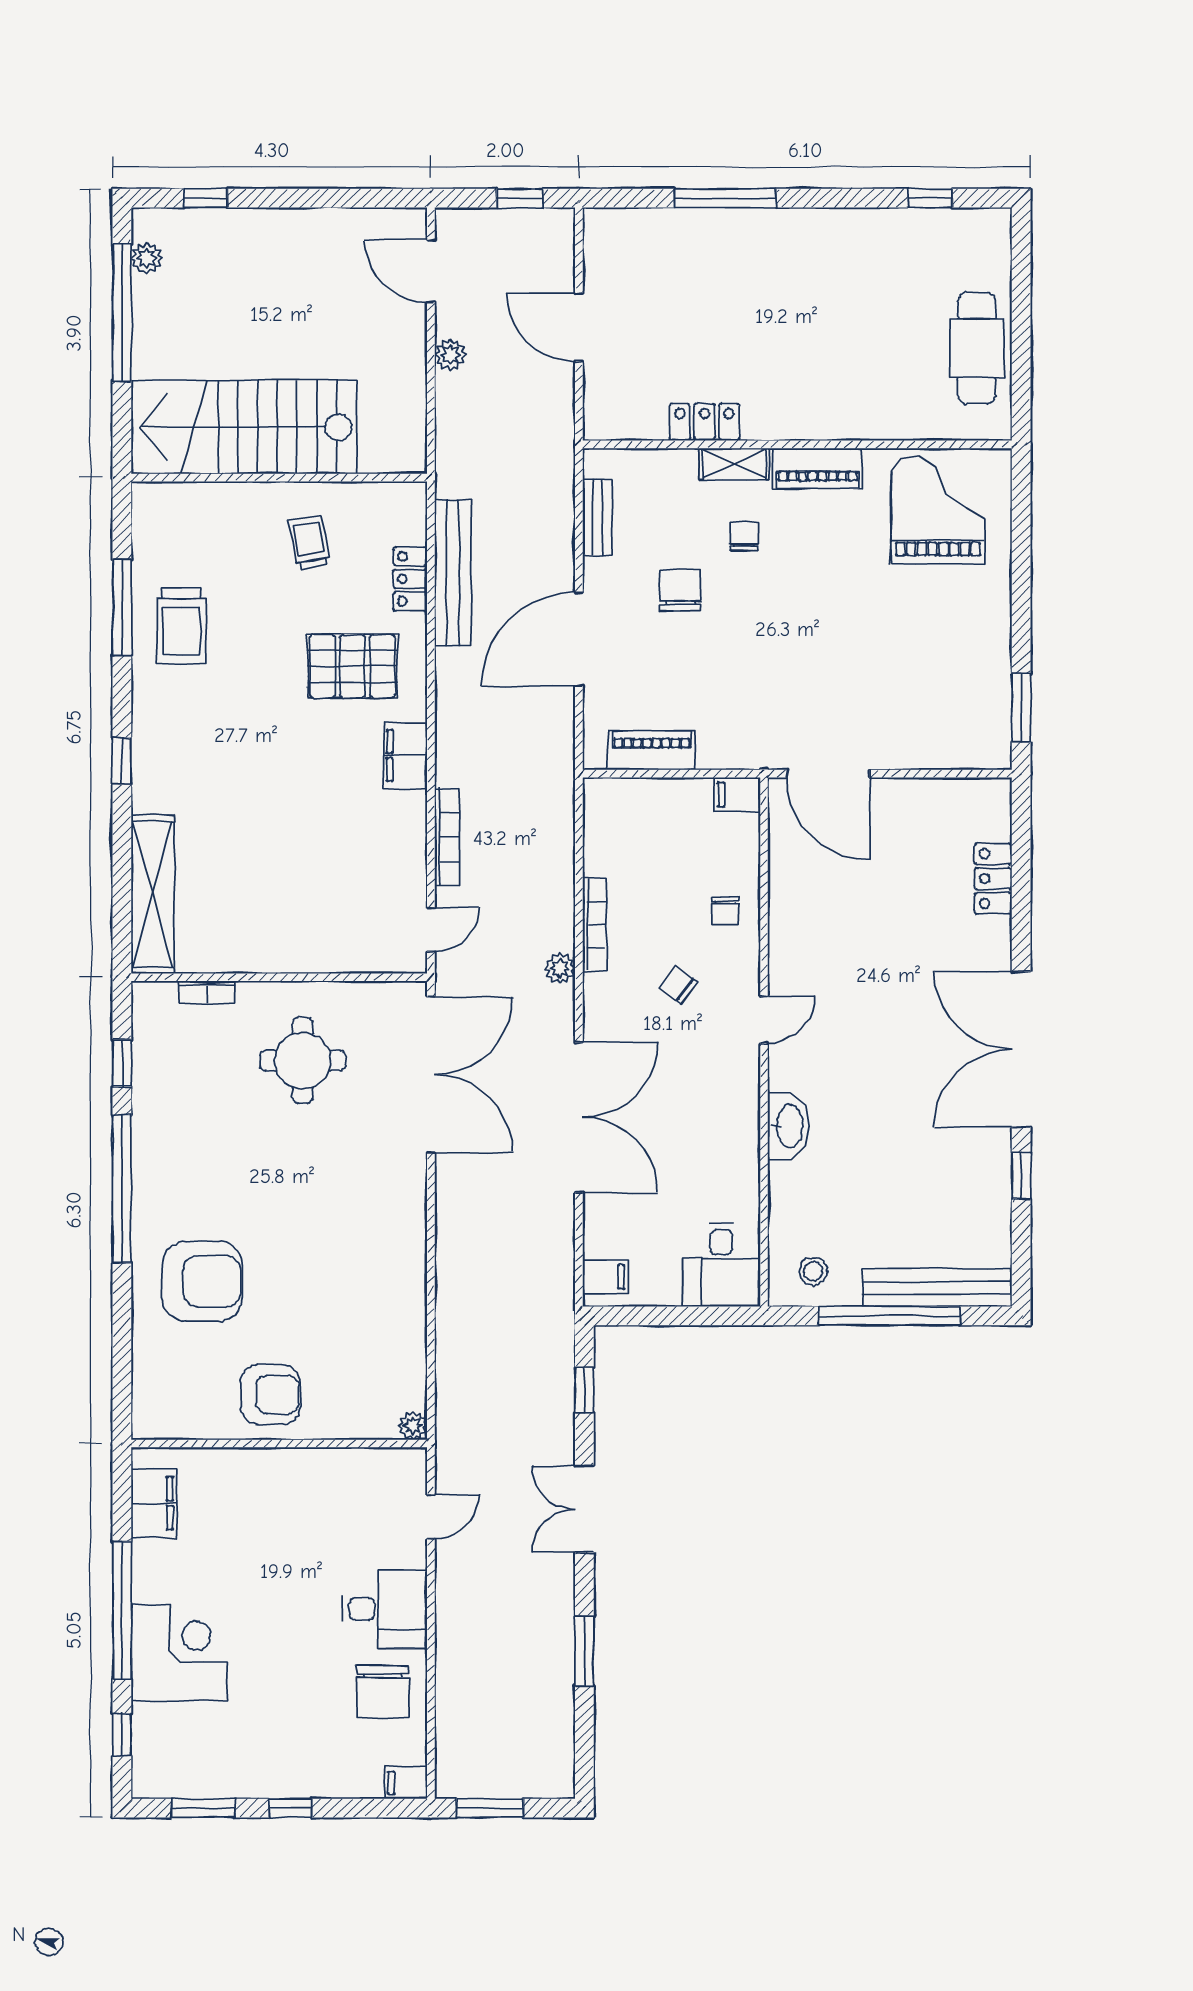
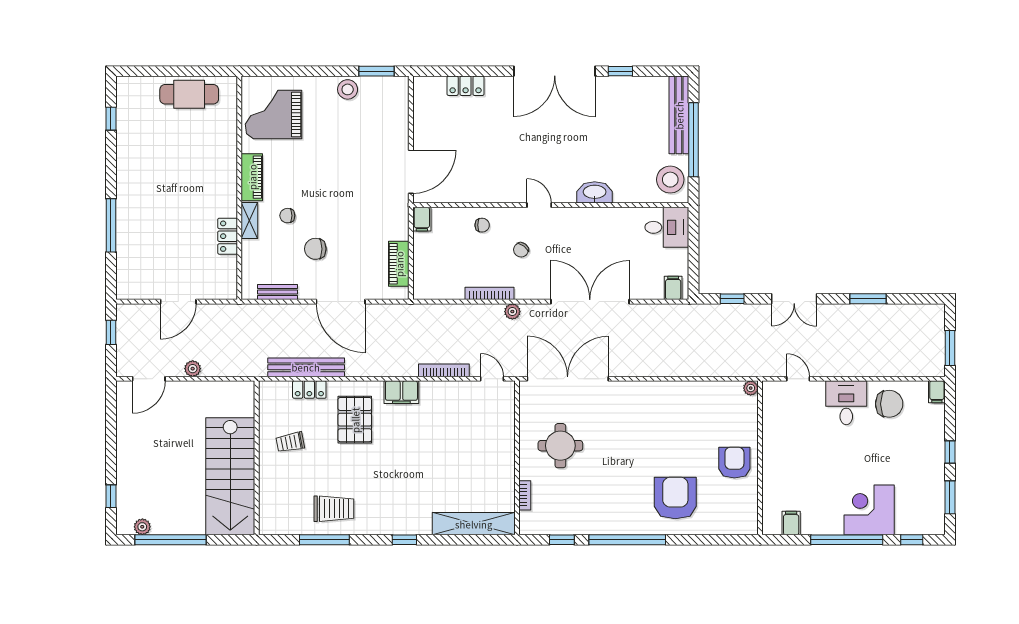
stool: (986, 652) -> (348, 89), added
stool: (813, 1271) -> (670, 180), width x1.89, depth x1.89
filing cabinet: (154, 1503) -> (791, 523), width x0.50

